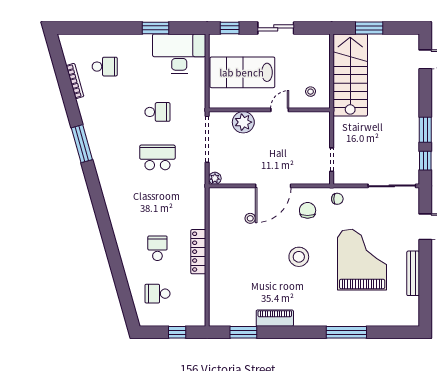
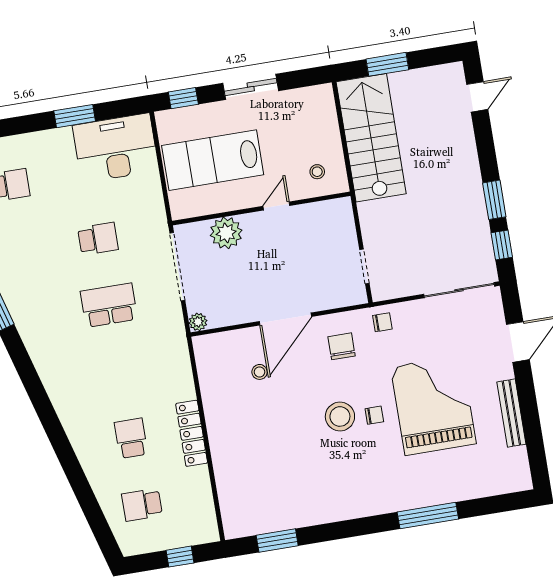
chair: (322, 260) -> (374, 415), added
piano: (275, 318) -> (320, 512), removed

